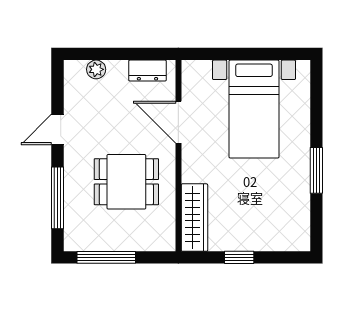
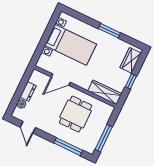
dresser: (147, 71) -> (28, 91), moved
door: (58, 129) -> (28, 127), moved
wardrobe: (279, 238) -> (131, 60), added

